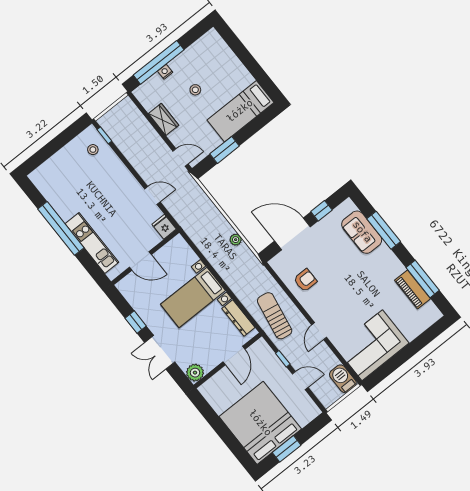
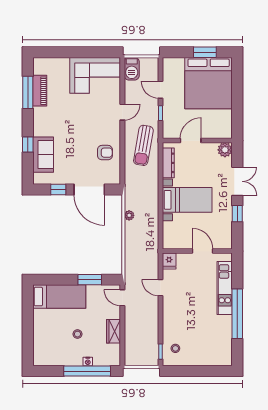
window: (384, 230) -> (28, 144), width x0.46
armchair: (305, 280) -> (105, 153), turned 180

